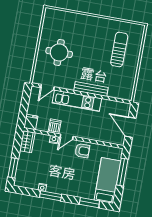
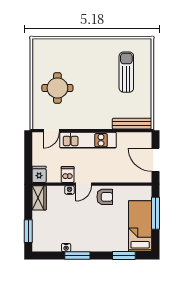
bench: (91, 89) -> (132, 124), moved

